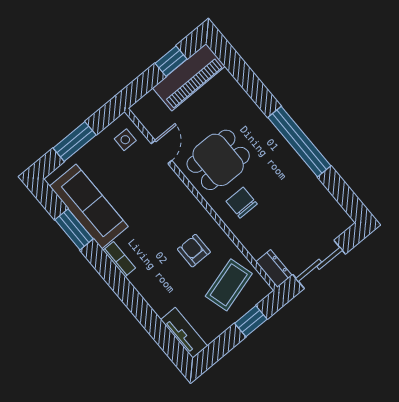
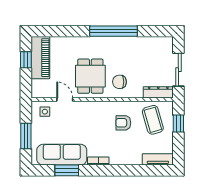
dresser: (274, 269) -> (158, 92), width x1.44

